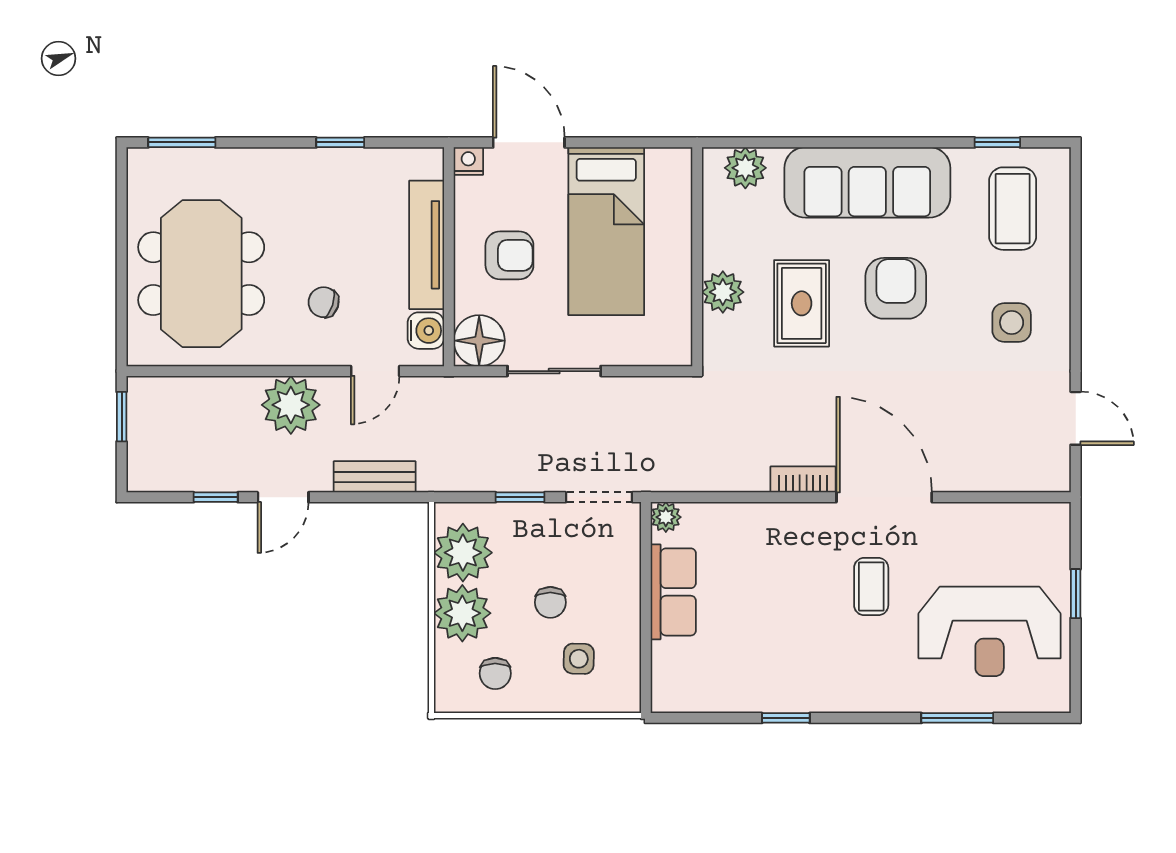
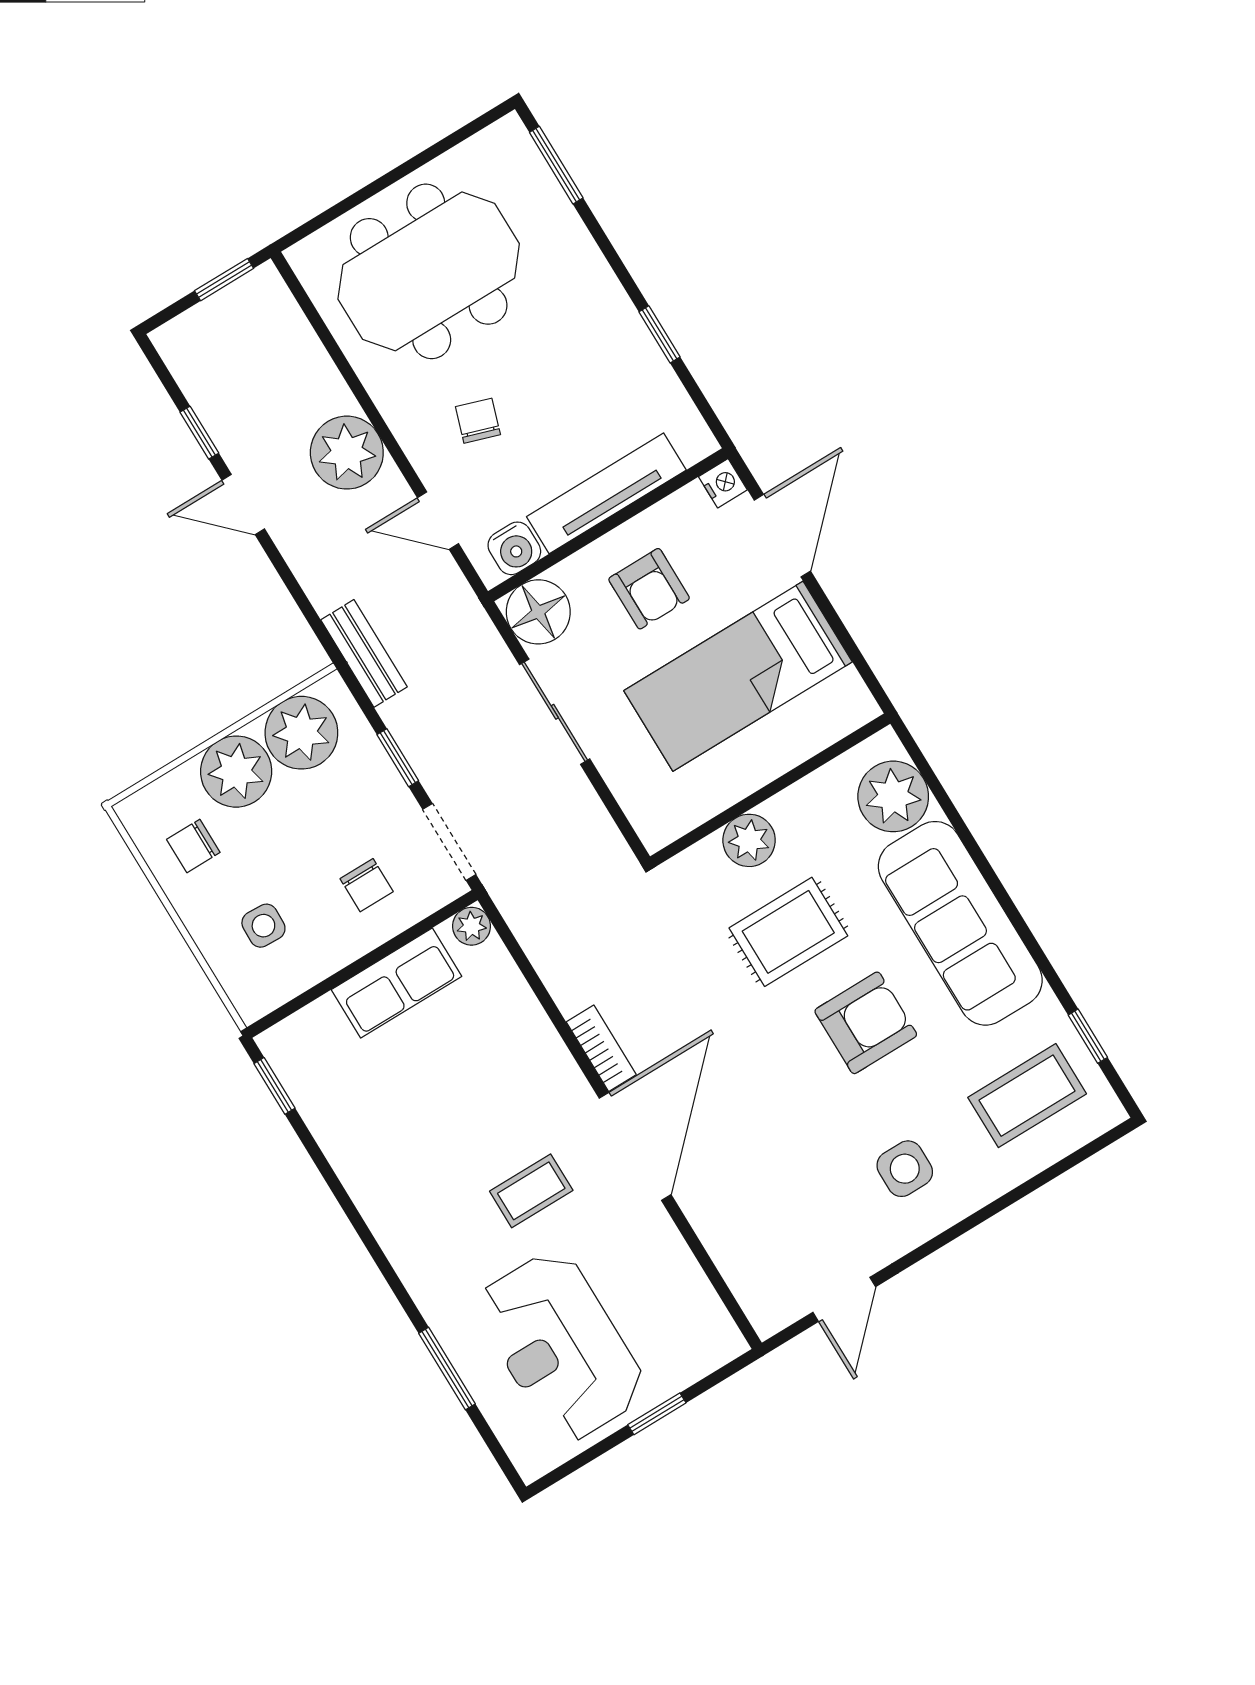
plant: (745, 168) -> (893, 796), width x1.36, depth x1.36
bench: (375, 477) -> (364, 653), moved
chair: (550, 602) -> (367, 885), moved, turned -90
window: (786, 718) -> (275, 1086), moved

